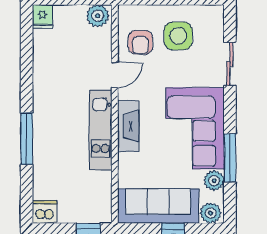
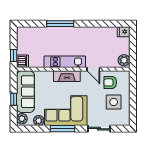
window: (230, 158) -> (62, 129), moved
dishwasher: (45, 212) -> (23, 61), moved

